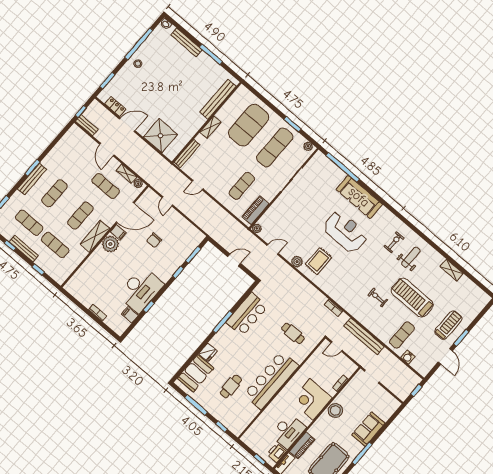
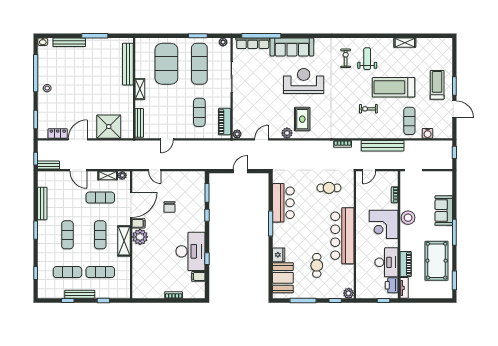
row of seats: (331, 167) -> (253, 43), added
bench: (32, 179) -> (42, 203), moved
plant: (237, 430) -> (349, 293), added

